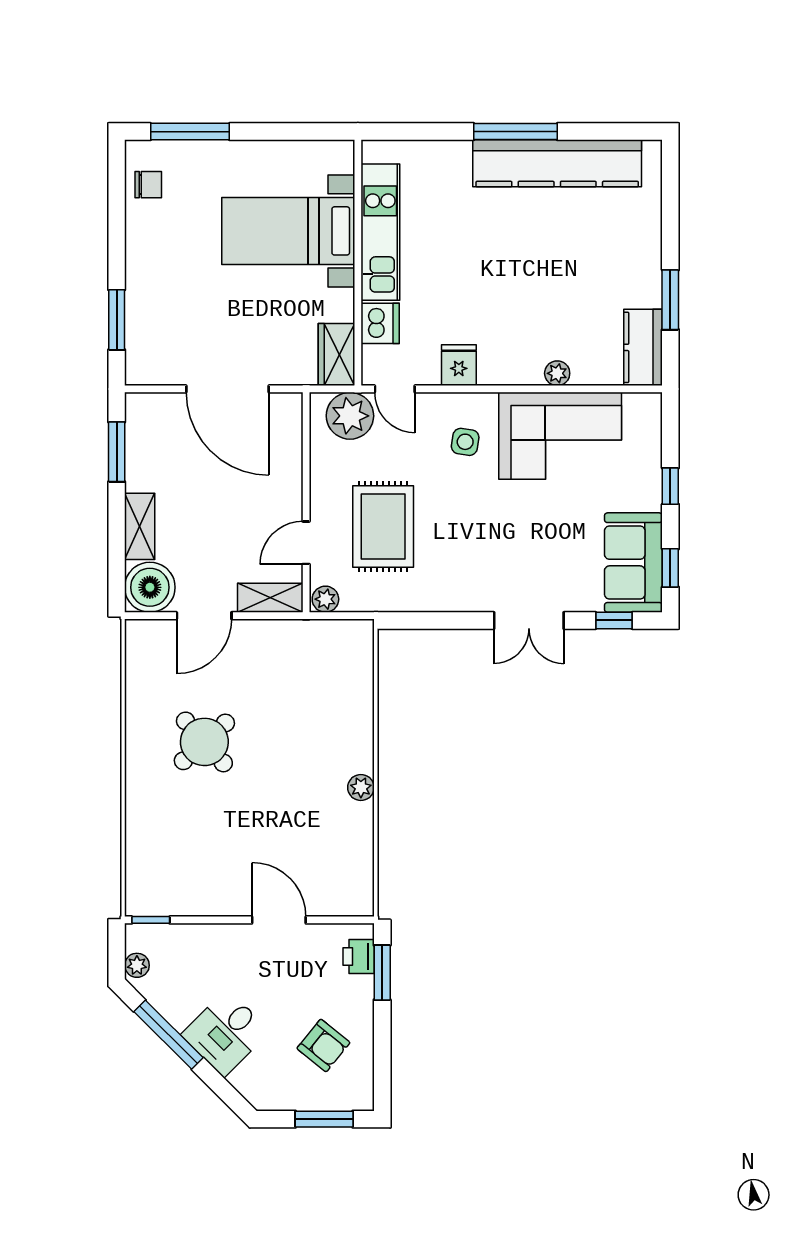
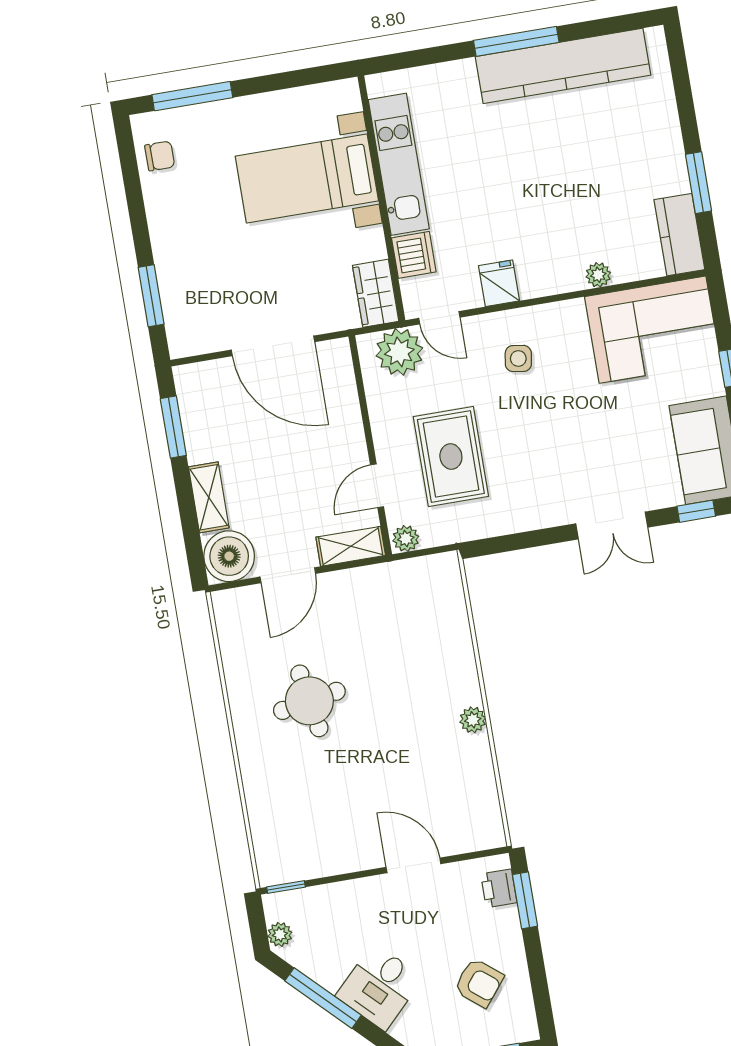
corner sofa: (560, 436) -> (652, 330), moved
round table: (204, 742) -> (309, 701), turned 32

